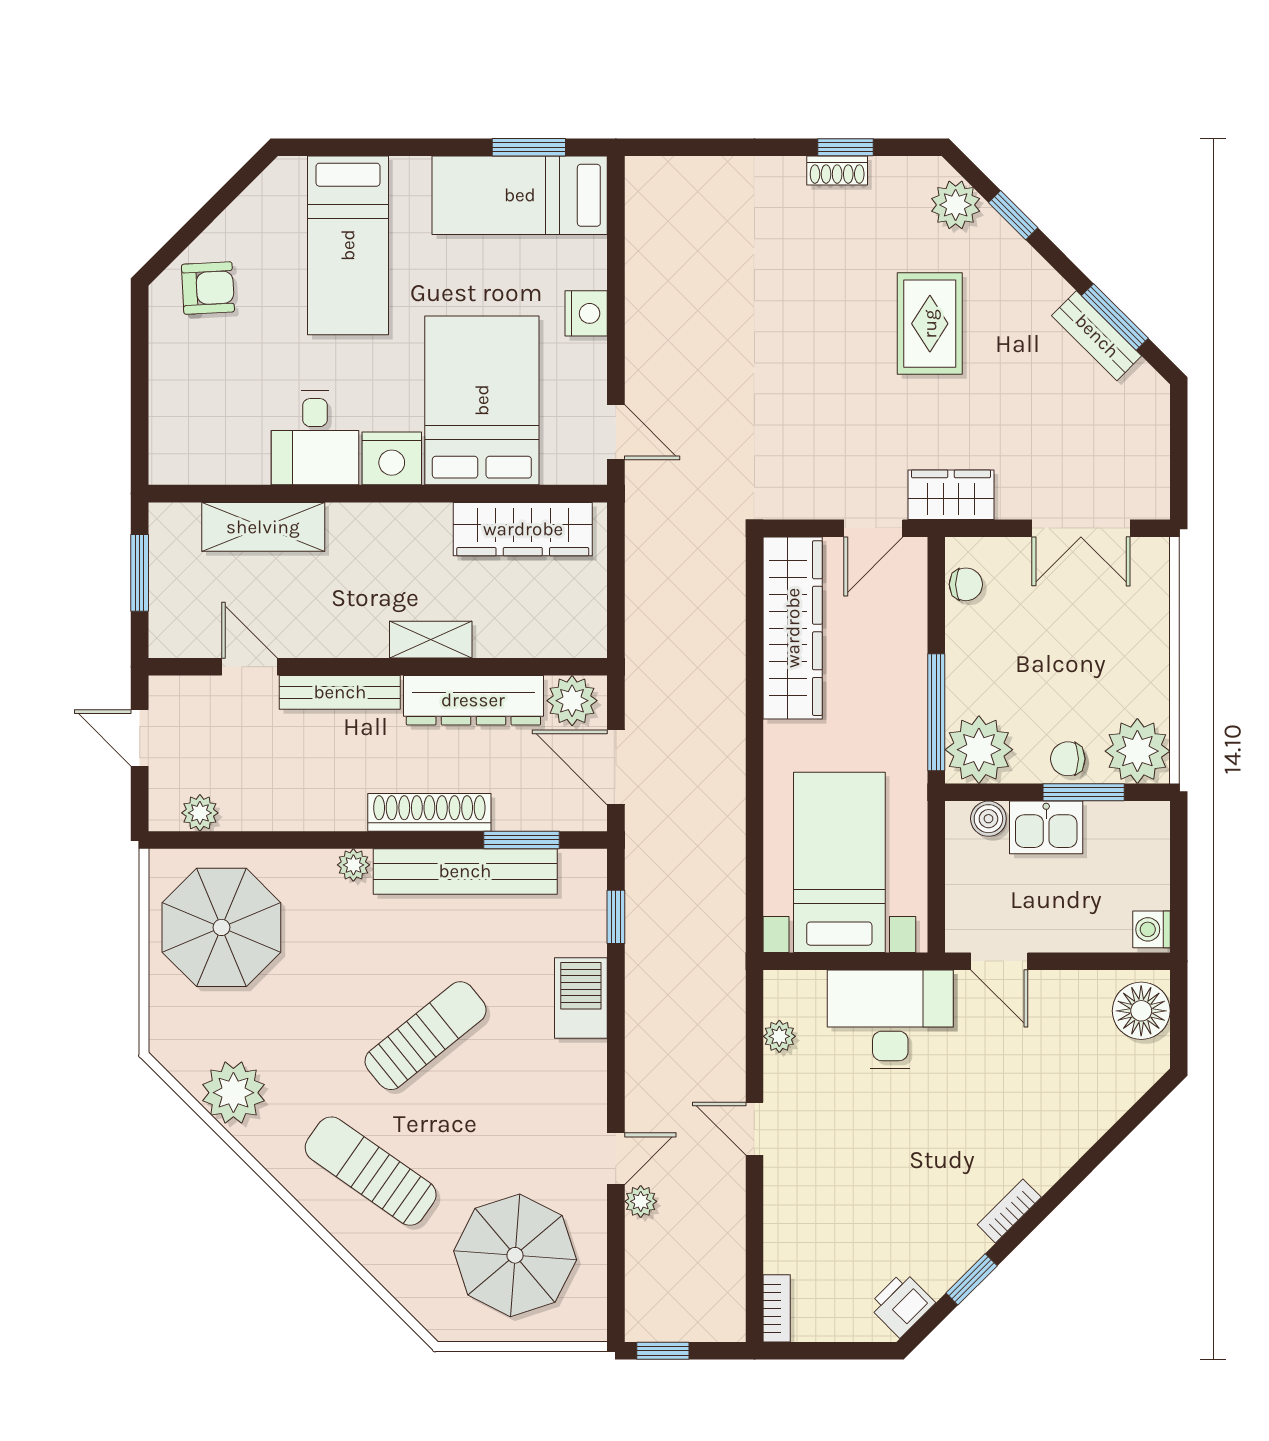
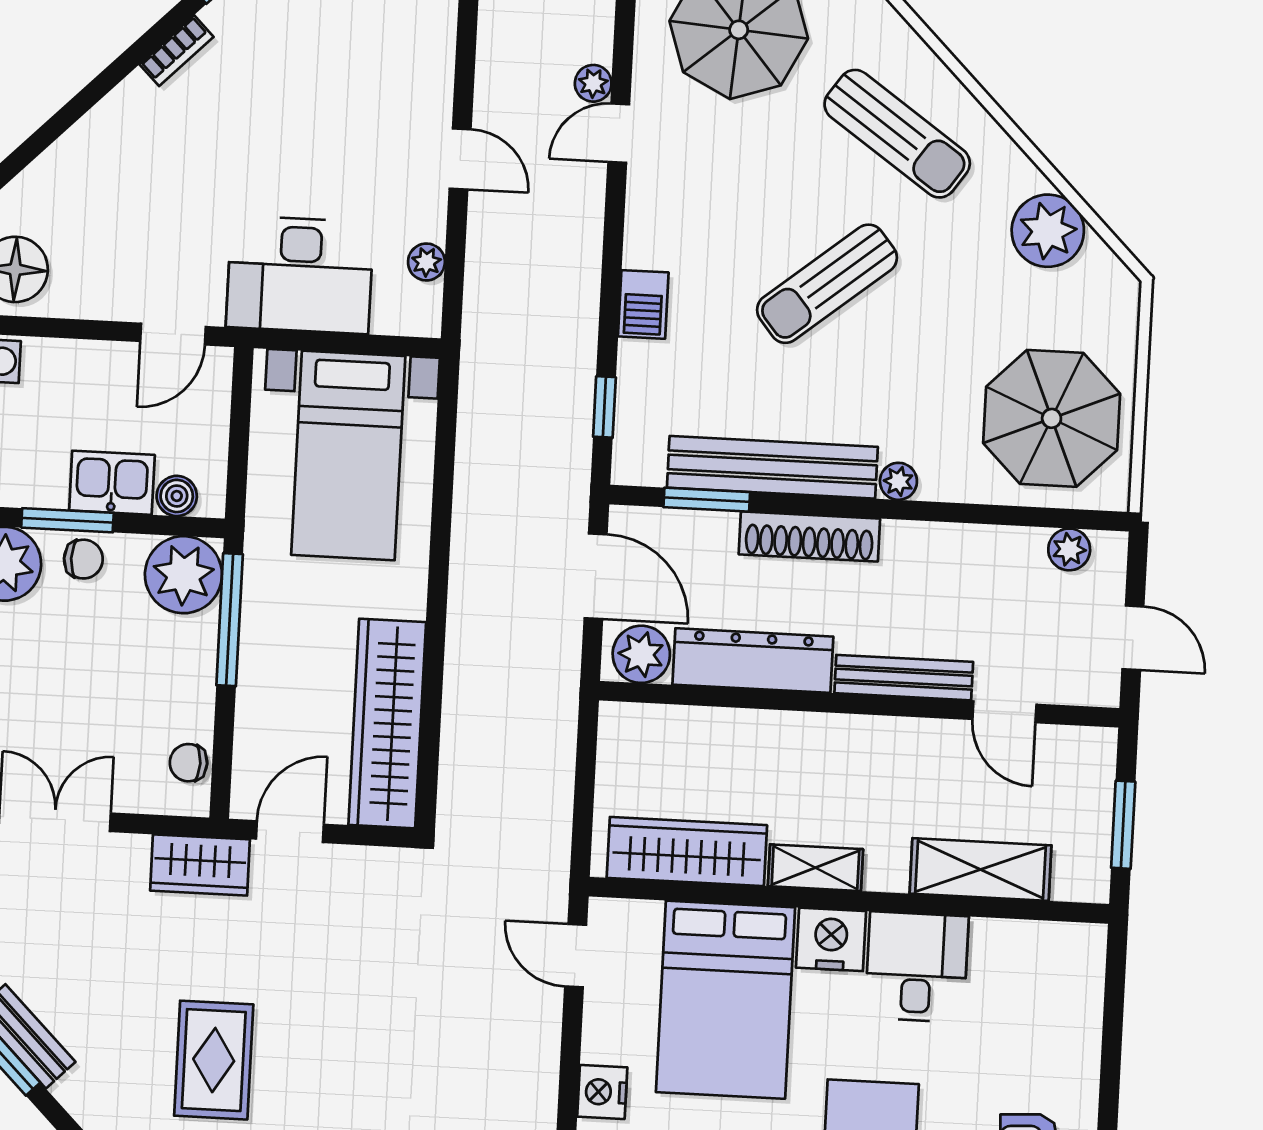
shelving: (431, 640) -> (815, 868), moved
door: (999, 961) -> (173, 334), swing flipped
barbecue: (581, 998) -> (643, 304), width x0.73, depth x0.79

